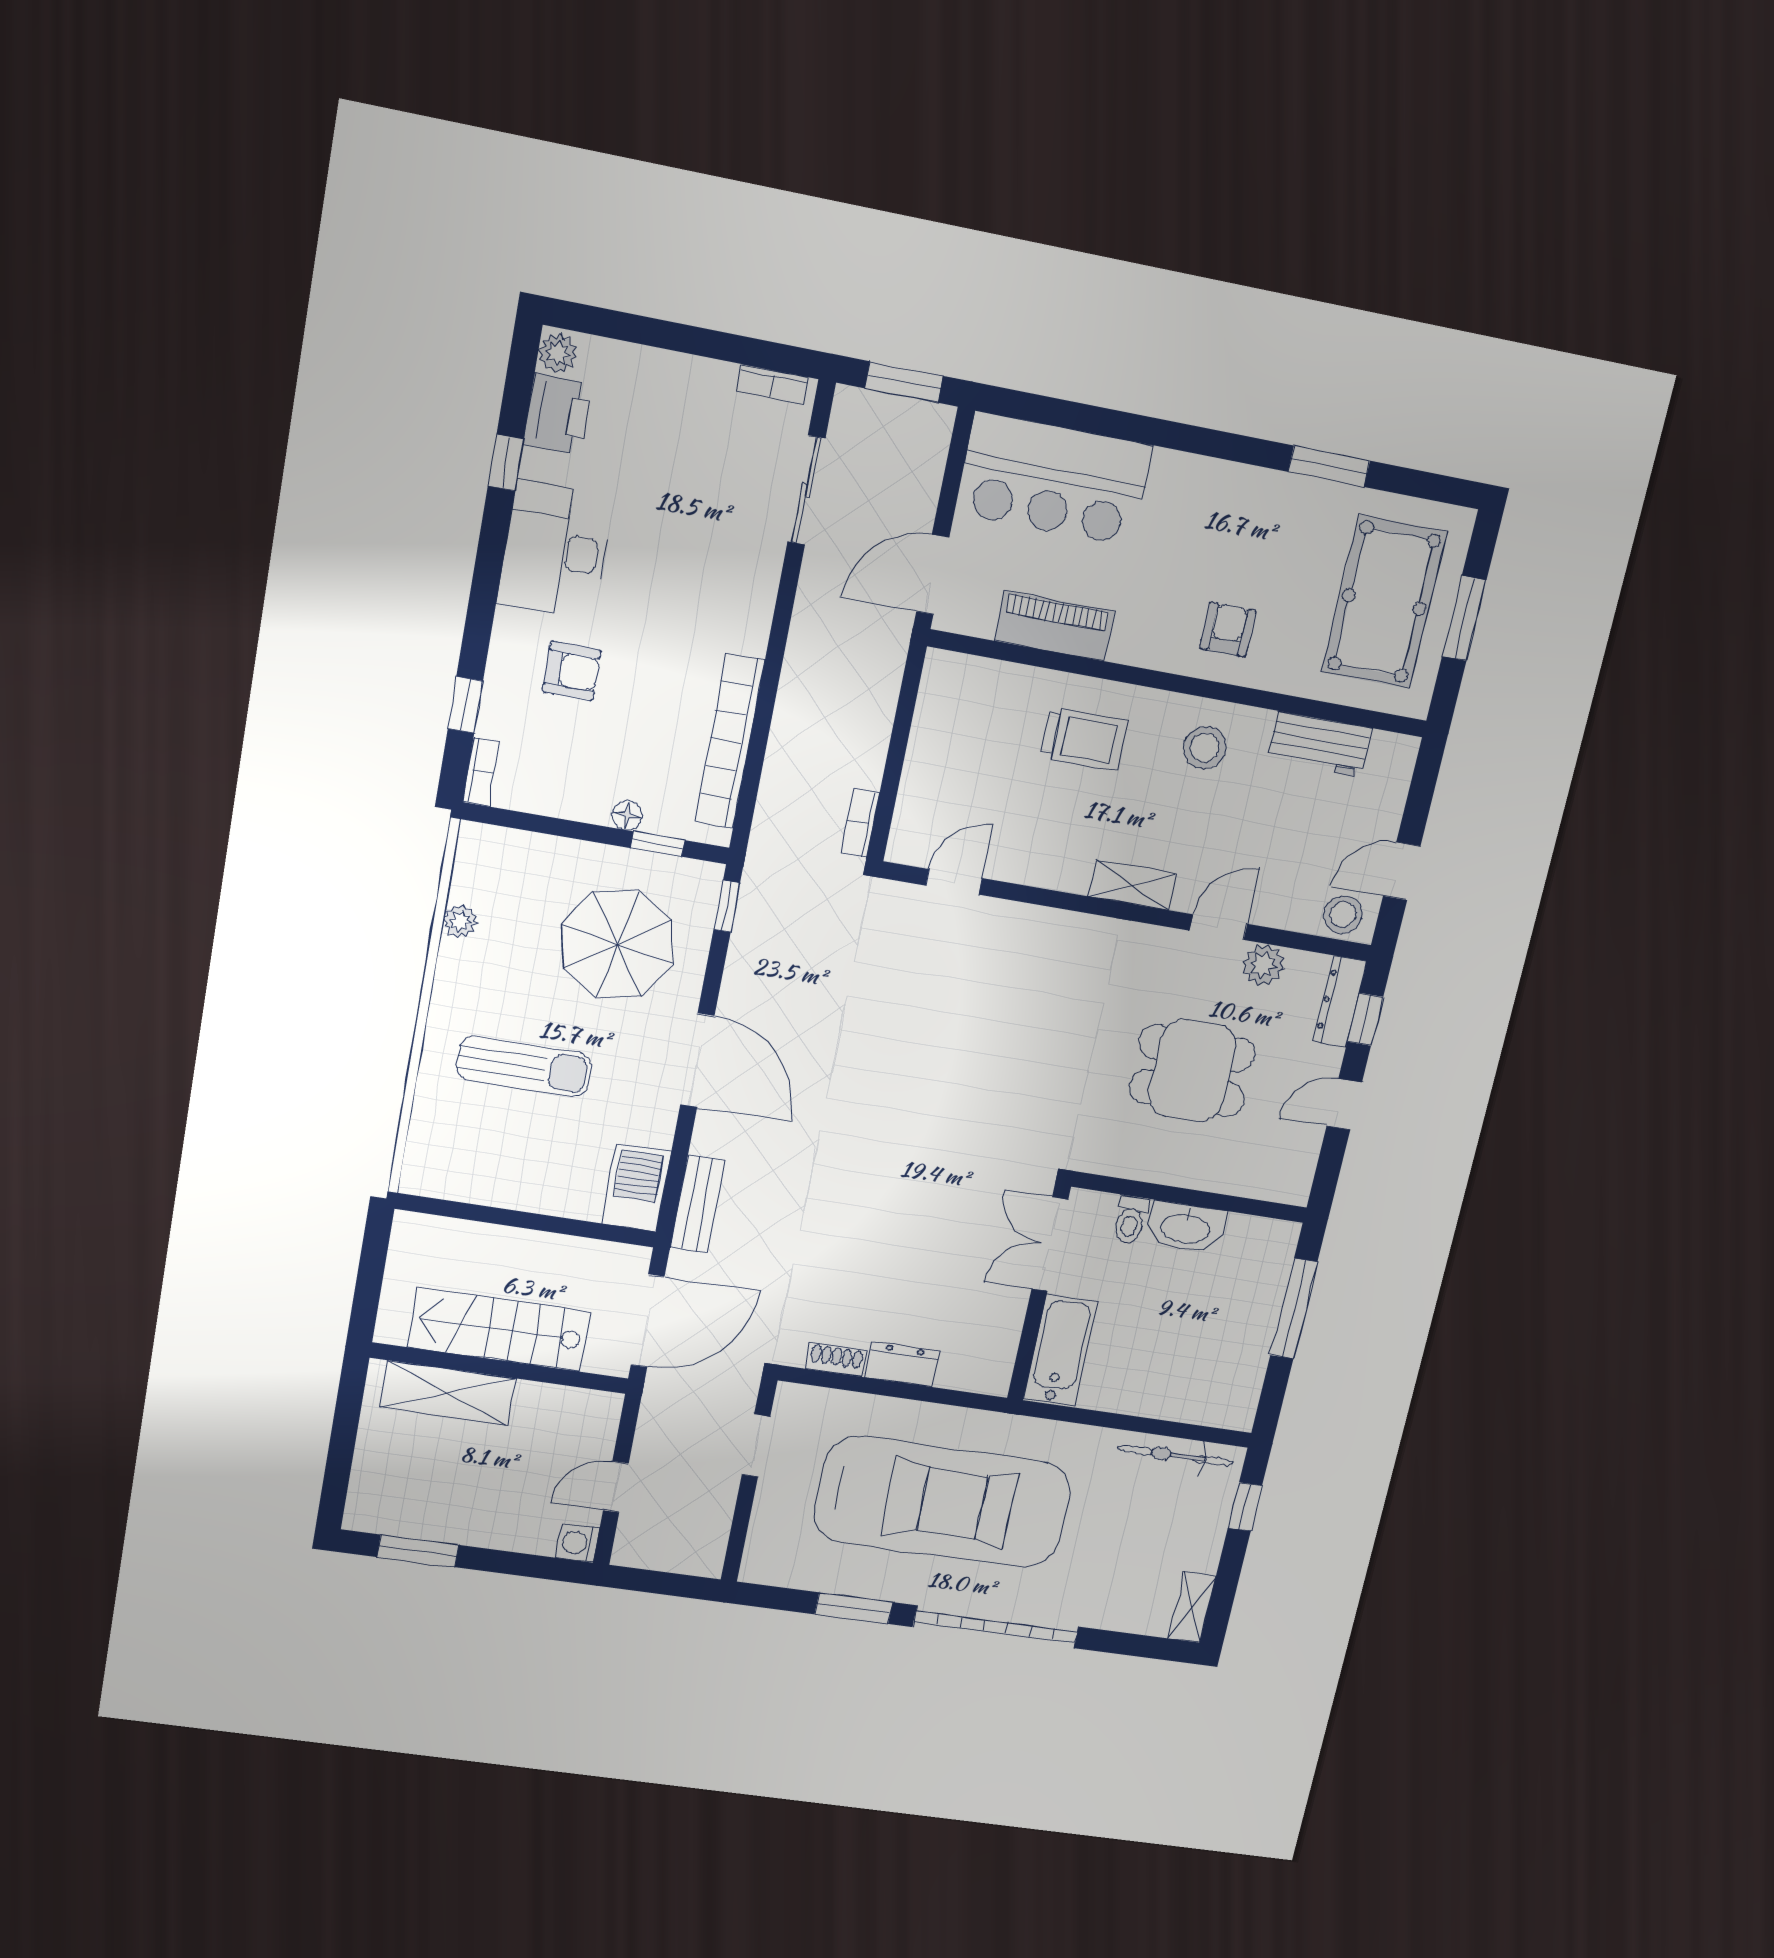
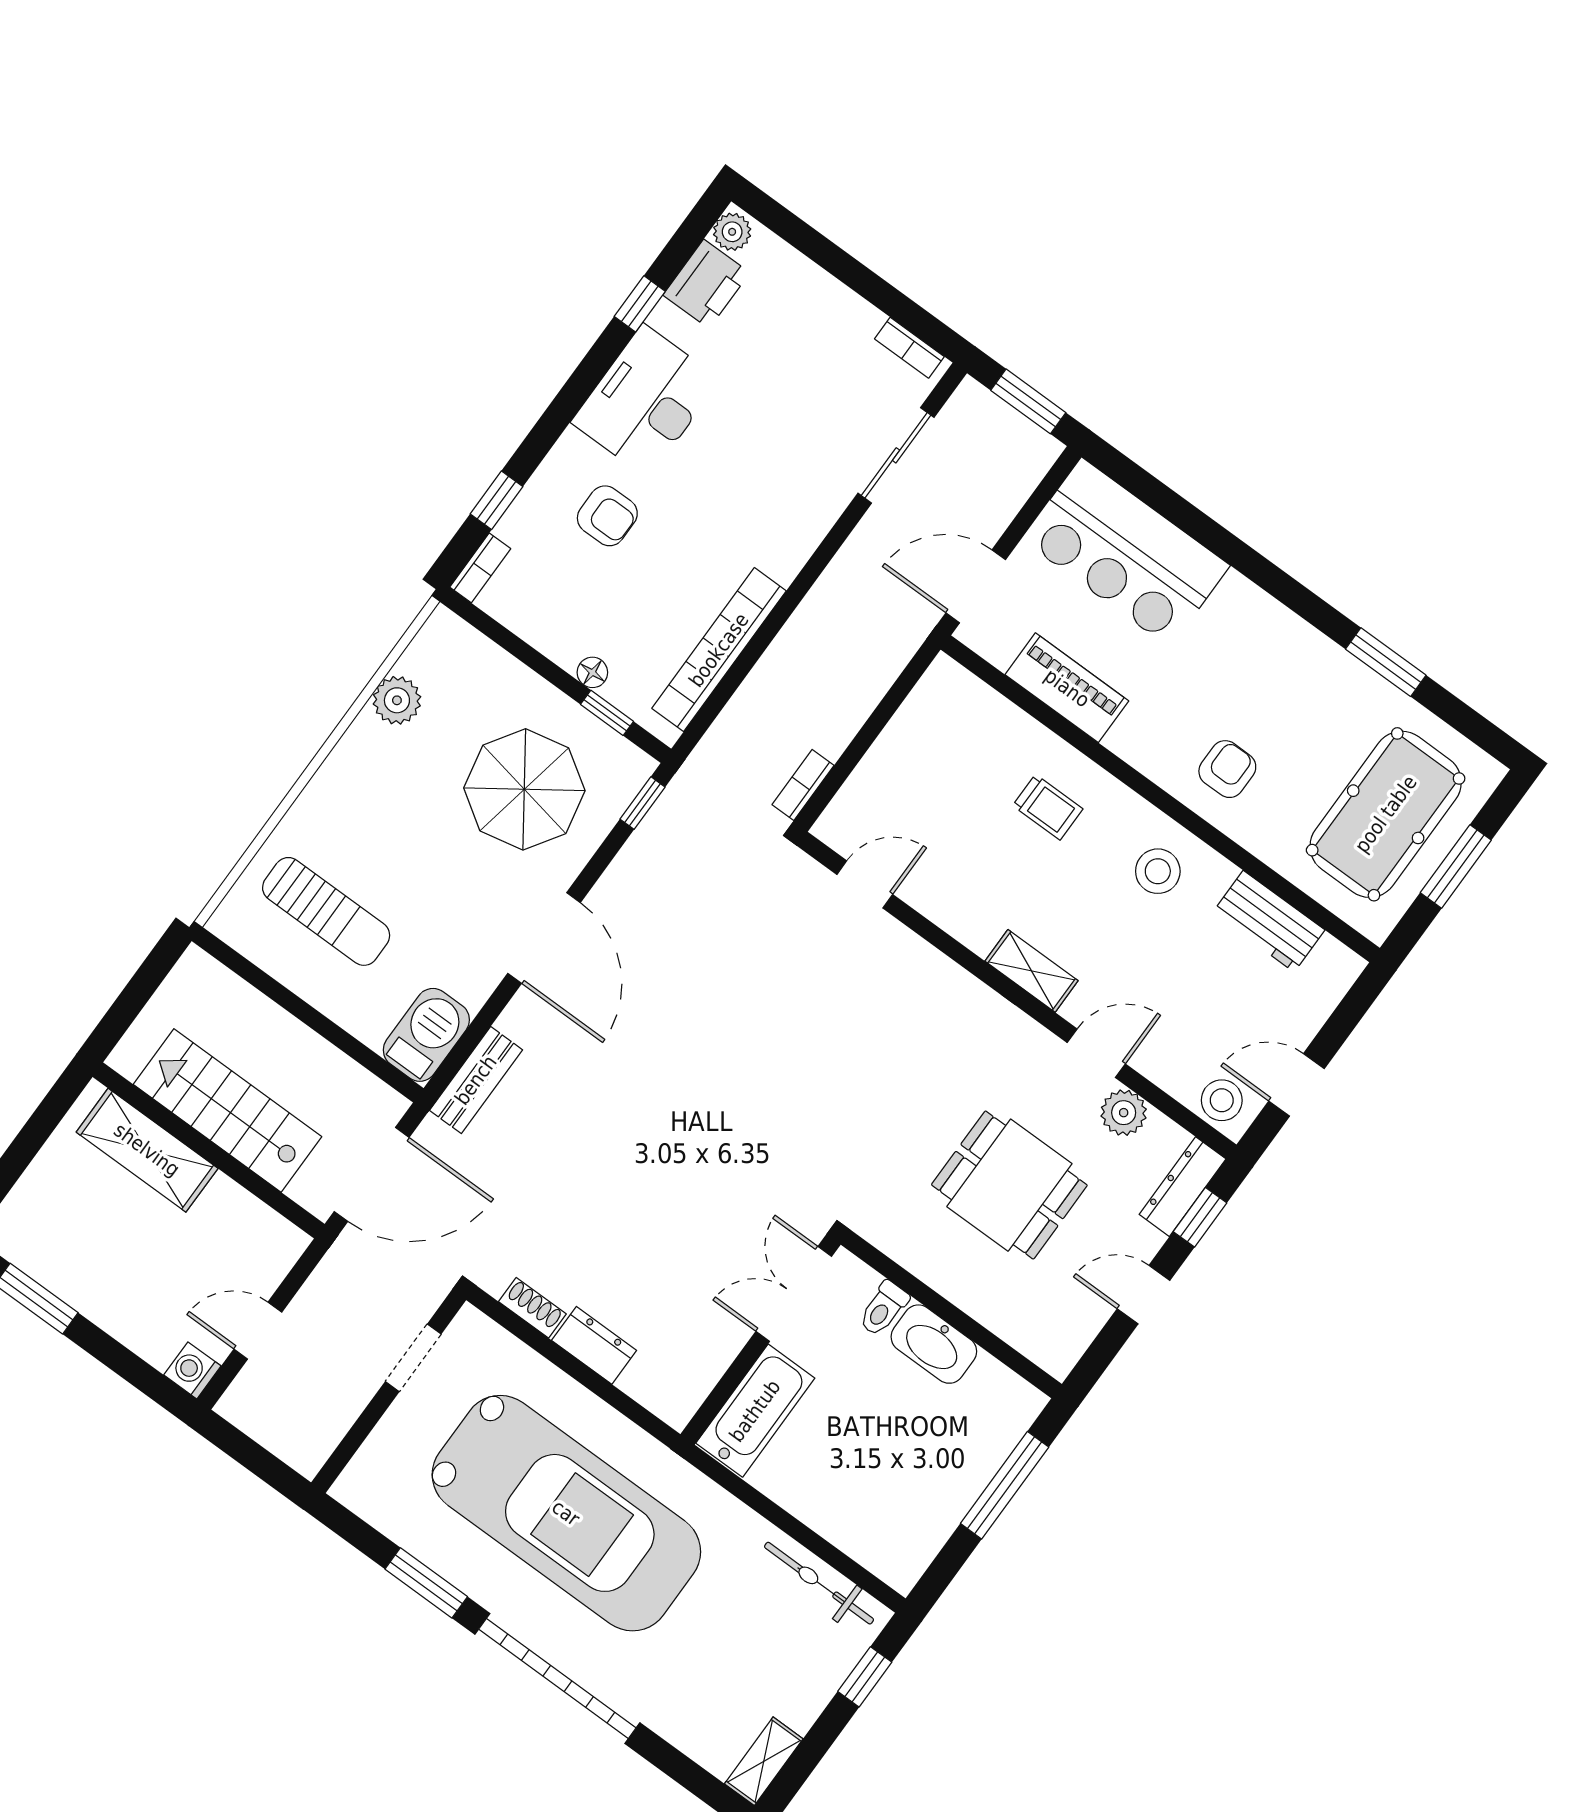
trolley: (1084, 739) -> (1048, 807), width x0.73, depth x0.72
plant: (460, 921) -> (397, 700), width x1.38, depth x1.38
sun lounger: (524, 1067) -> (326, 911), moved

